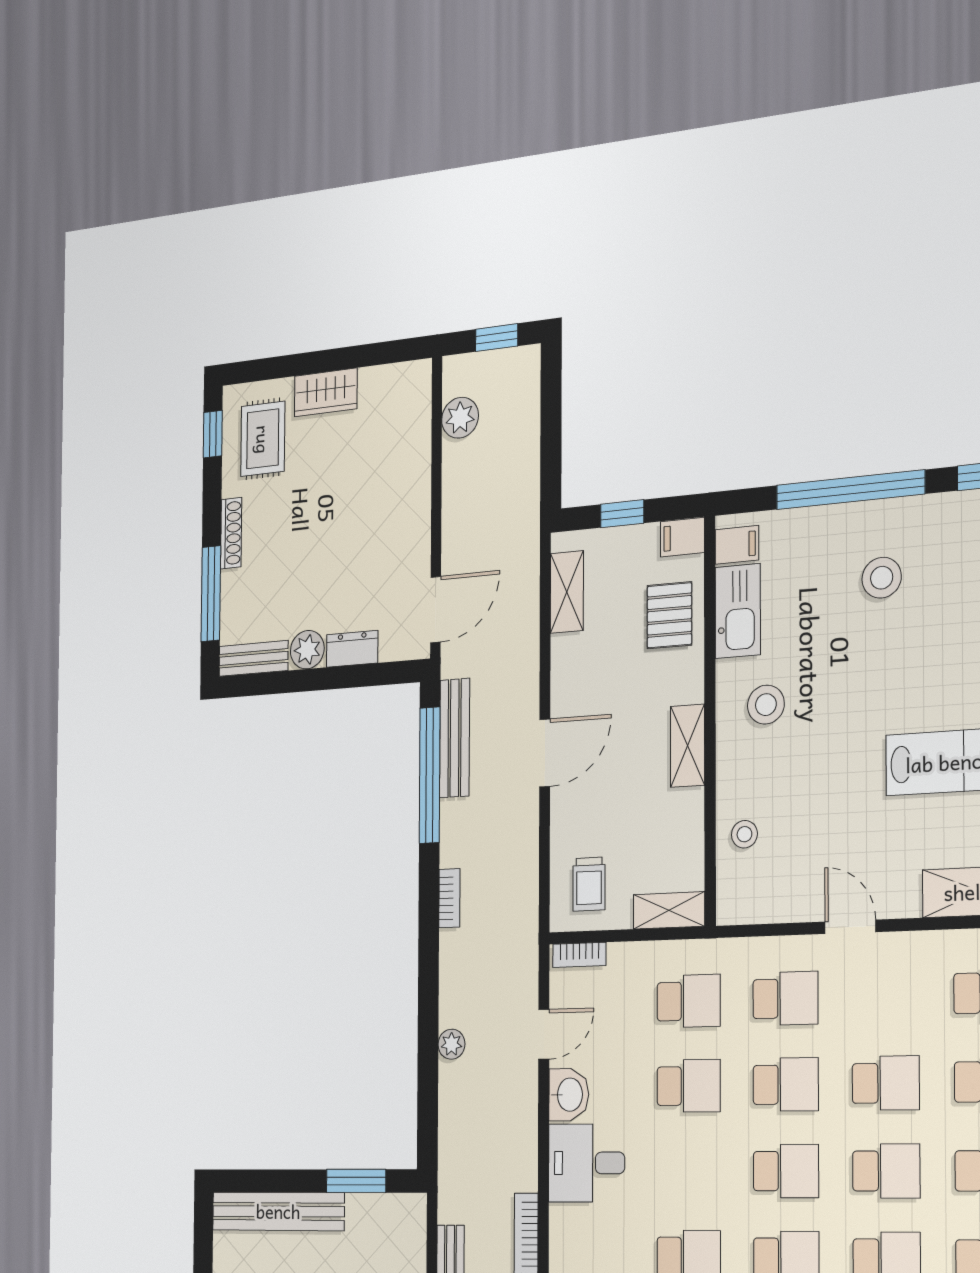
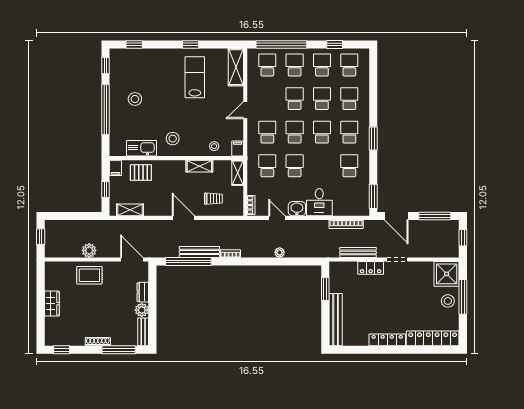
plant: (460, 418) -> (89, 250), moved
rug: (263, 439) -> (89, 275), moved
filing cabinet: (737, 545) -> (238, 149), moved
bench: (455, 738) -> (199, 252), moved
shelving: (688, 746) -> (199, 166), moved
trolley: (589, 884) -> (213, 199), moved

